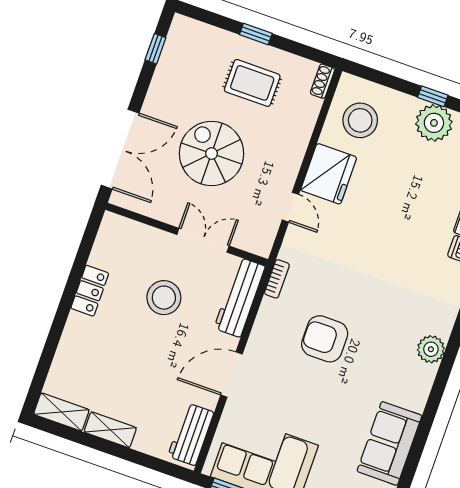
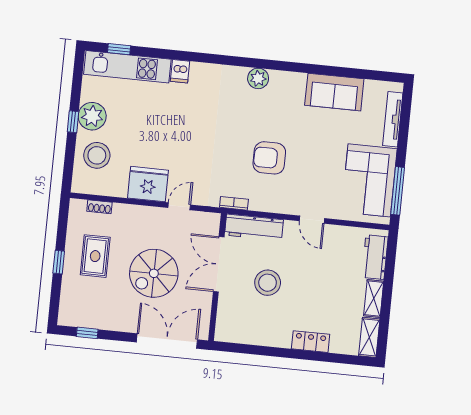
shoe rack: (323, 81) -> (99, 207), moved
stool: (360, 120) -> (97, 155), moved
double door: (203, 240) -> (219, 264), width x1.37
locker: (90, 291) -> (311, 342), moved
armchair: (325, 339) -> (269, 158), turned 90
door: (231, 375) -> (312, 220), width x0.73
workbench: (191, 434) -> (375, 257), moved, turned 90

